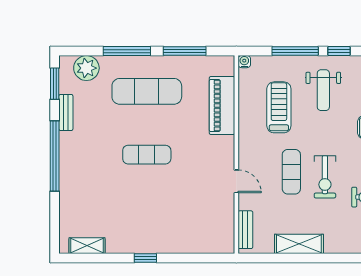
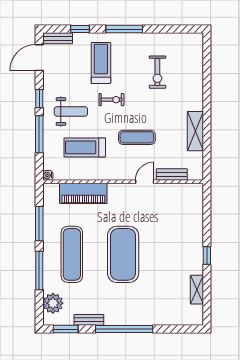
exercise mat: (147, 155) -> (123, 254), width x2.00, depth x1.45
exercise bike: (325, 177) -> (111, 100), moved, width x0.73, depth x0.72
bench: (245, 230) -> (172, 175), moved
shelving: (87, 246) -> (197, 290), moved

